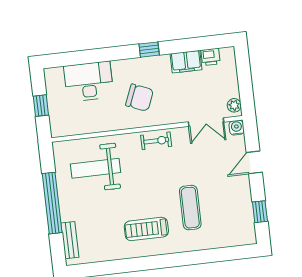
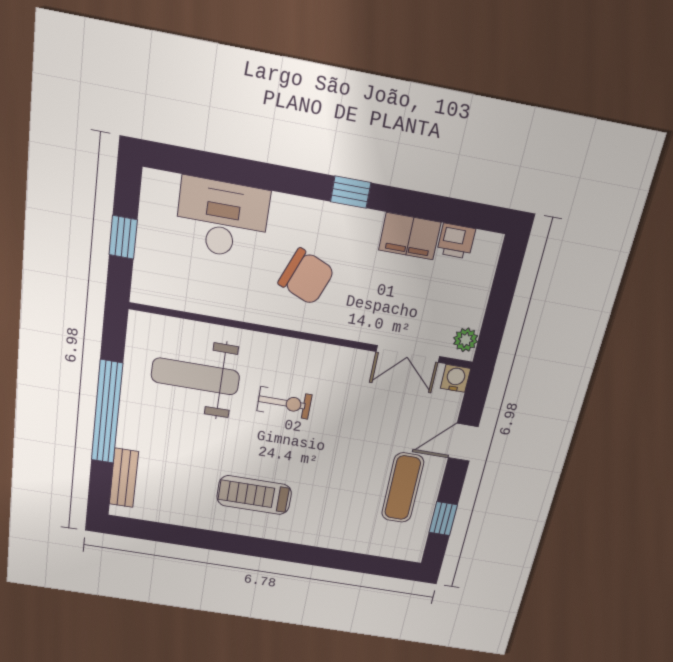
exercise bike: (156, 141) -> (284, 403), moved
exercise mat: (190, 208) -> (403, 488), moved

